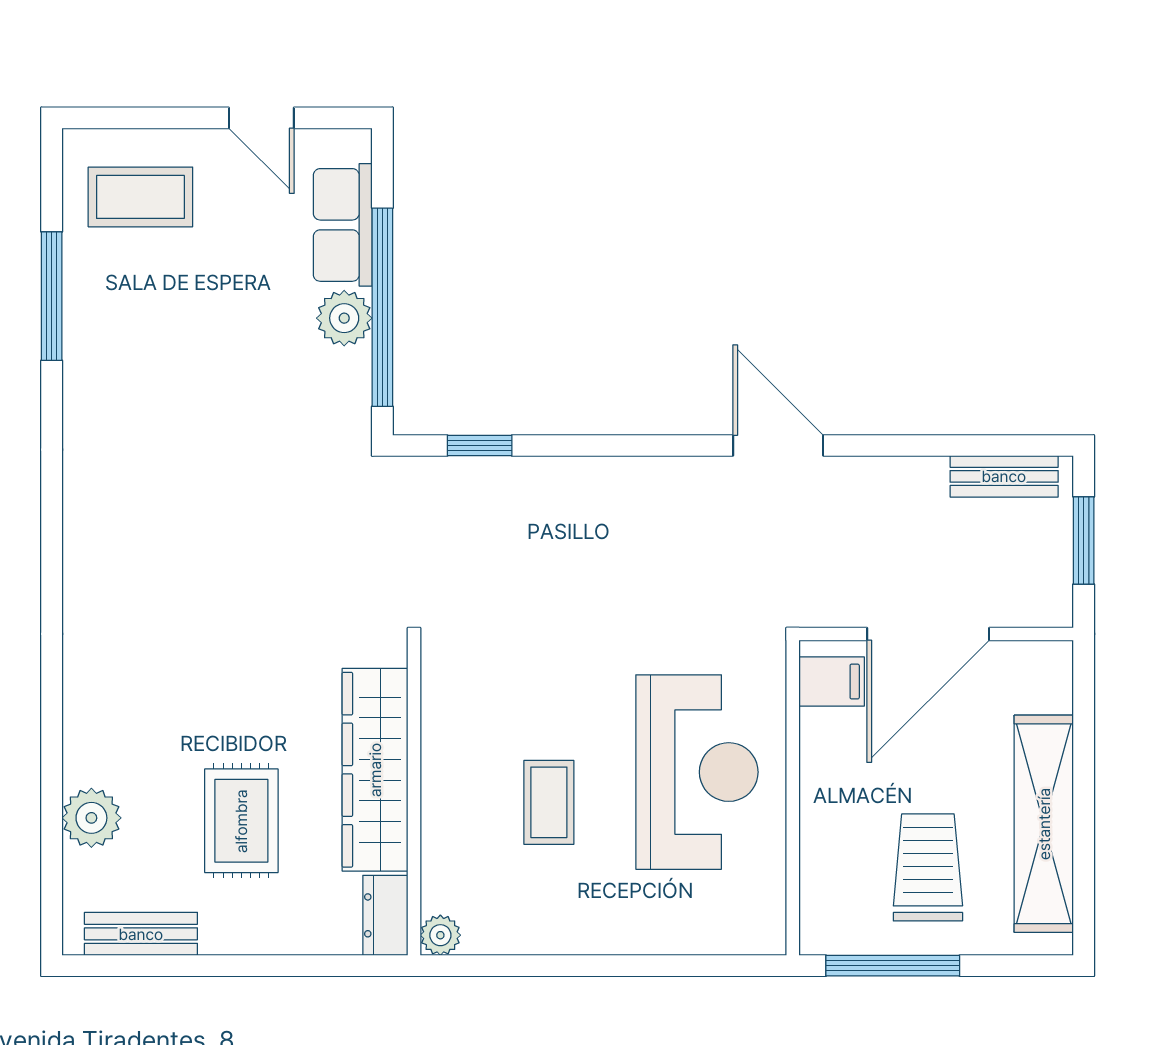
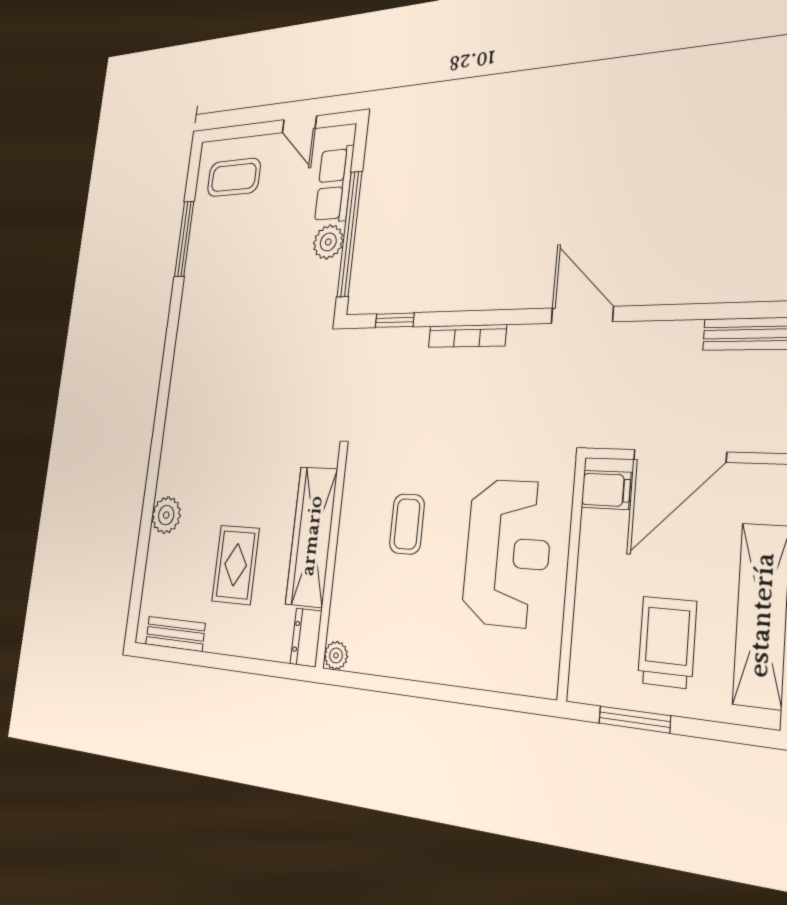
bookcase: (604, 471) -> (467, 336), added
coffee table: (549, 802) -> (407, 524), moved
plant: (91, 818) -> (166, 515), moved
window: (893, 966) -> (635, 719), width x0.69

